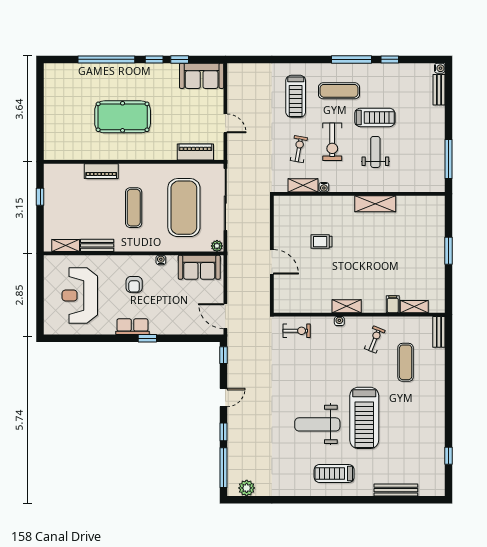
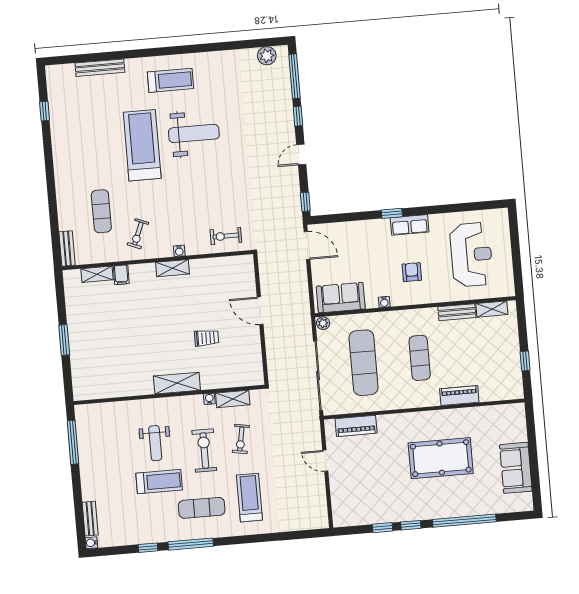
sofa: (202, 76) -> (516, 468), moved, turned -90
treadmill: (375, 117) -> (159, 482), turned 180
shelving: (375, 204) -> (177, 383), moved
exercise mat: (184, 208) -> (364, 363), width x0.68

